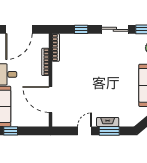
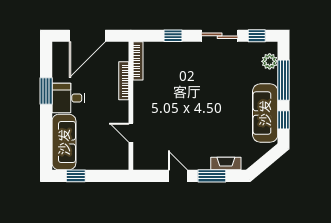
door: (51, 100) -> (131, 133), width x0.53
fireplace: (108, 122) -> (226, 164), moved
door: (85, 131) -> (178, 176), hinge flipped

